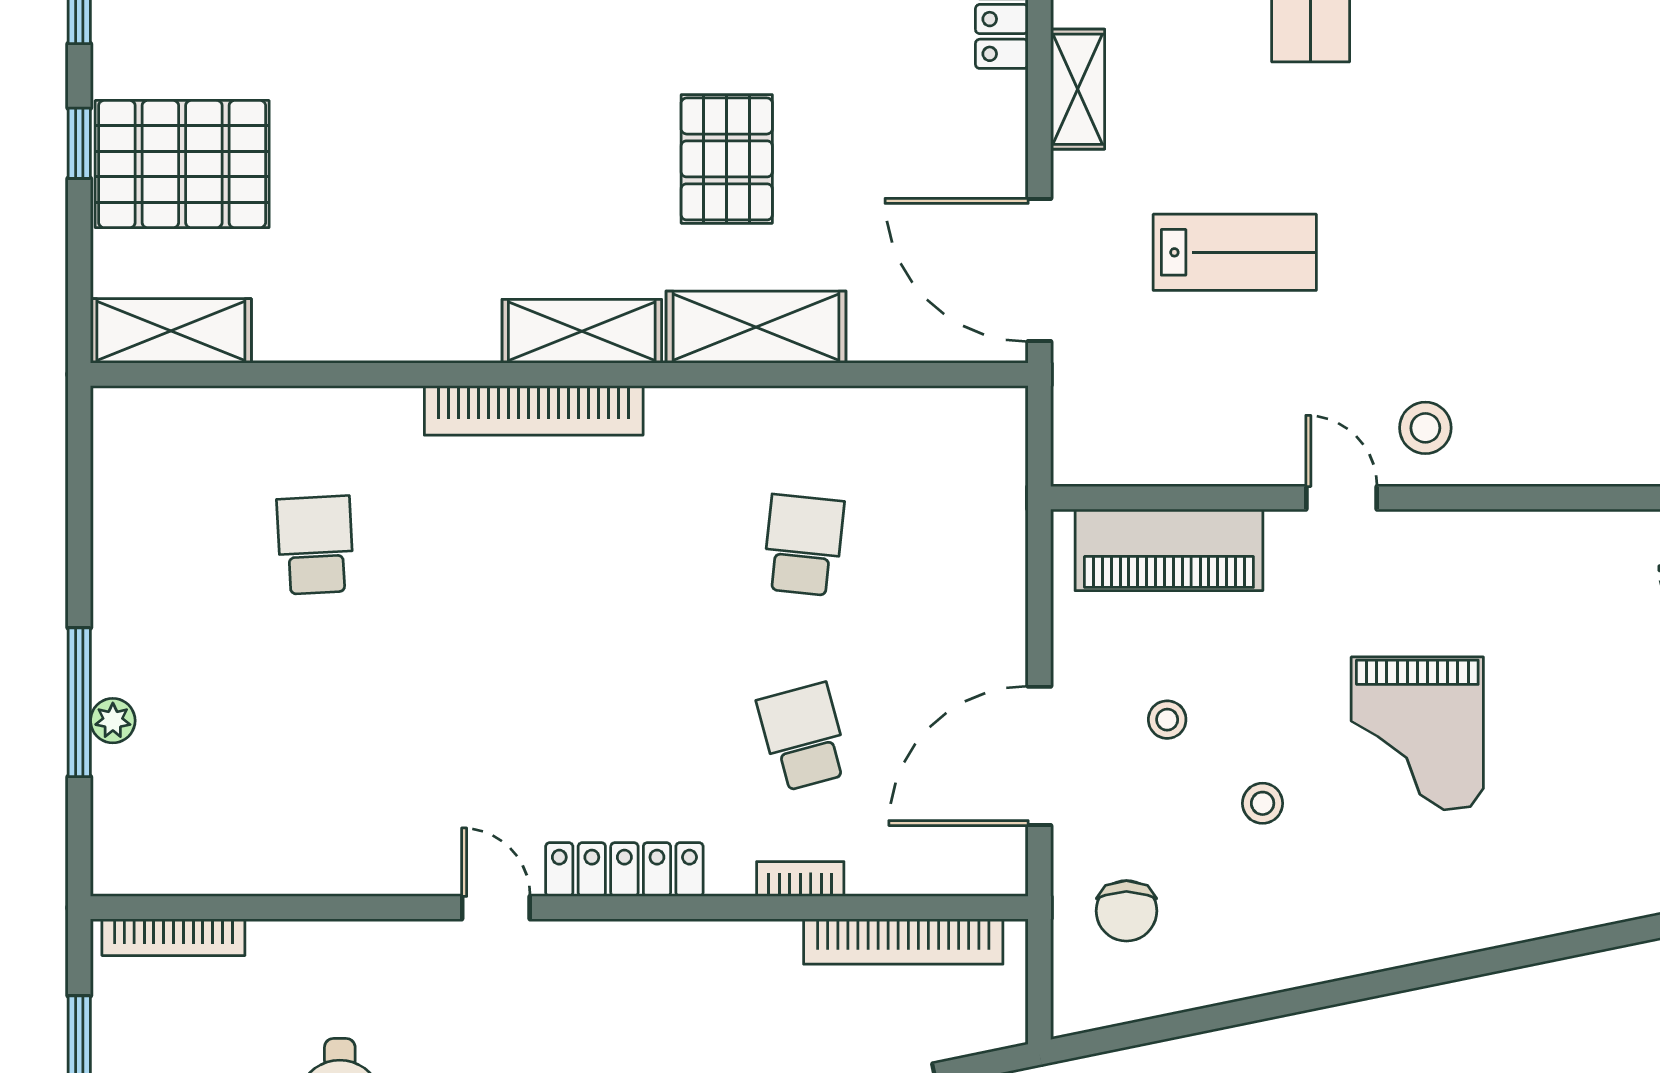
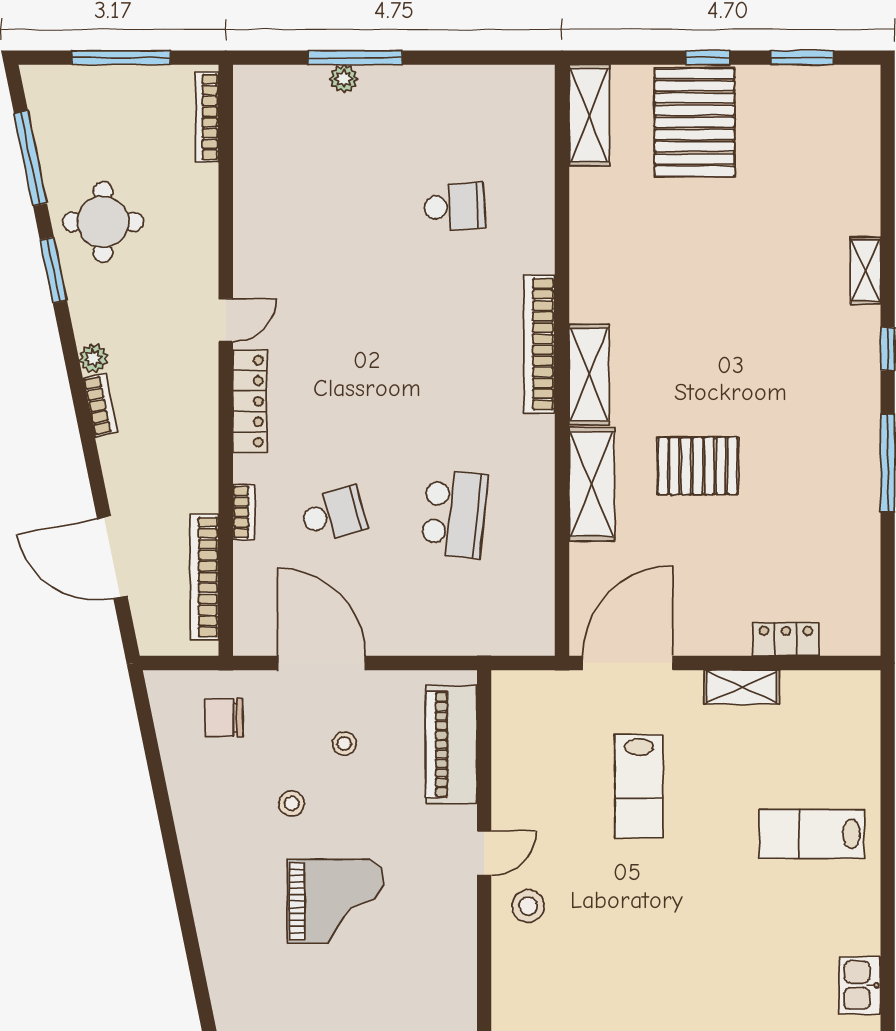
school desk: (803, 545) -> (454, 514), width x1.85
grand piano: (1417, 733) -> (336, 901), turned 180

